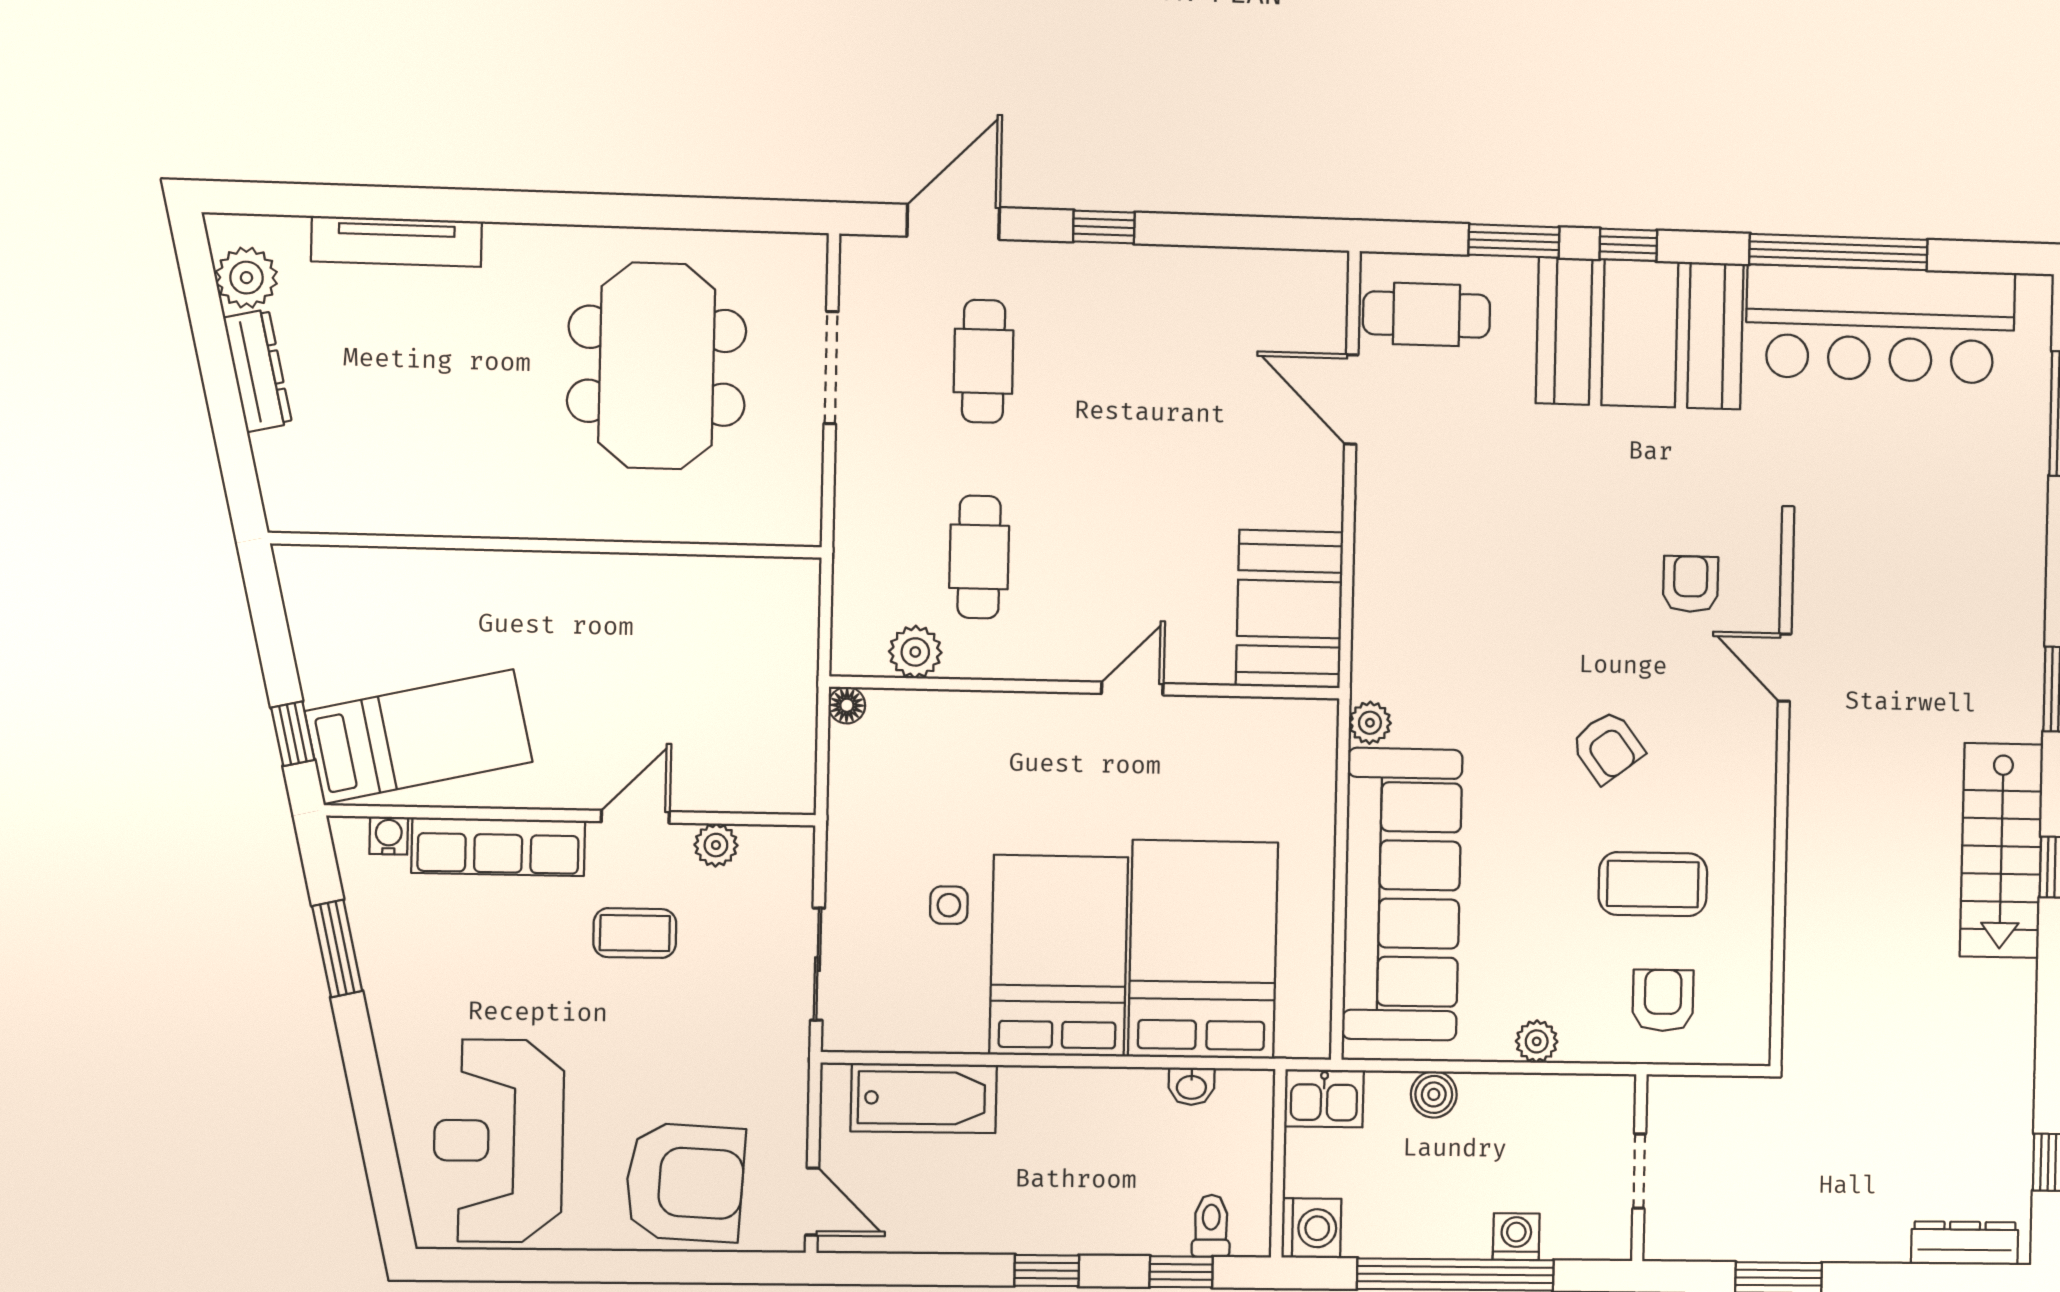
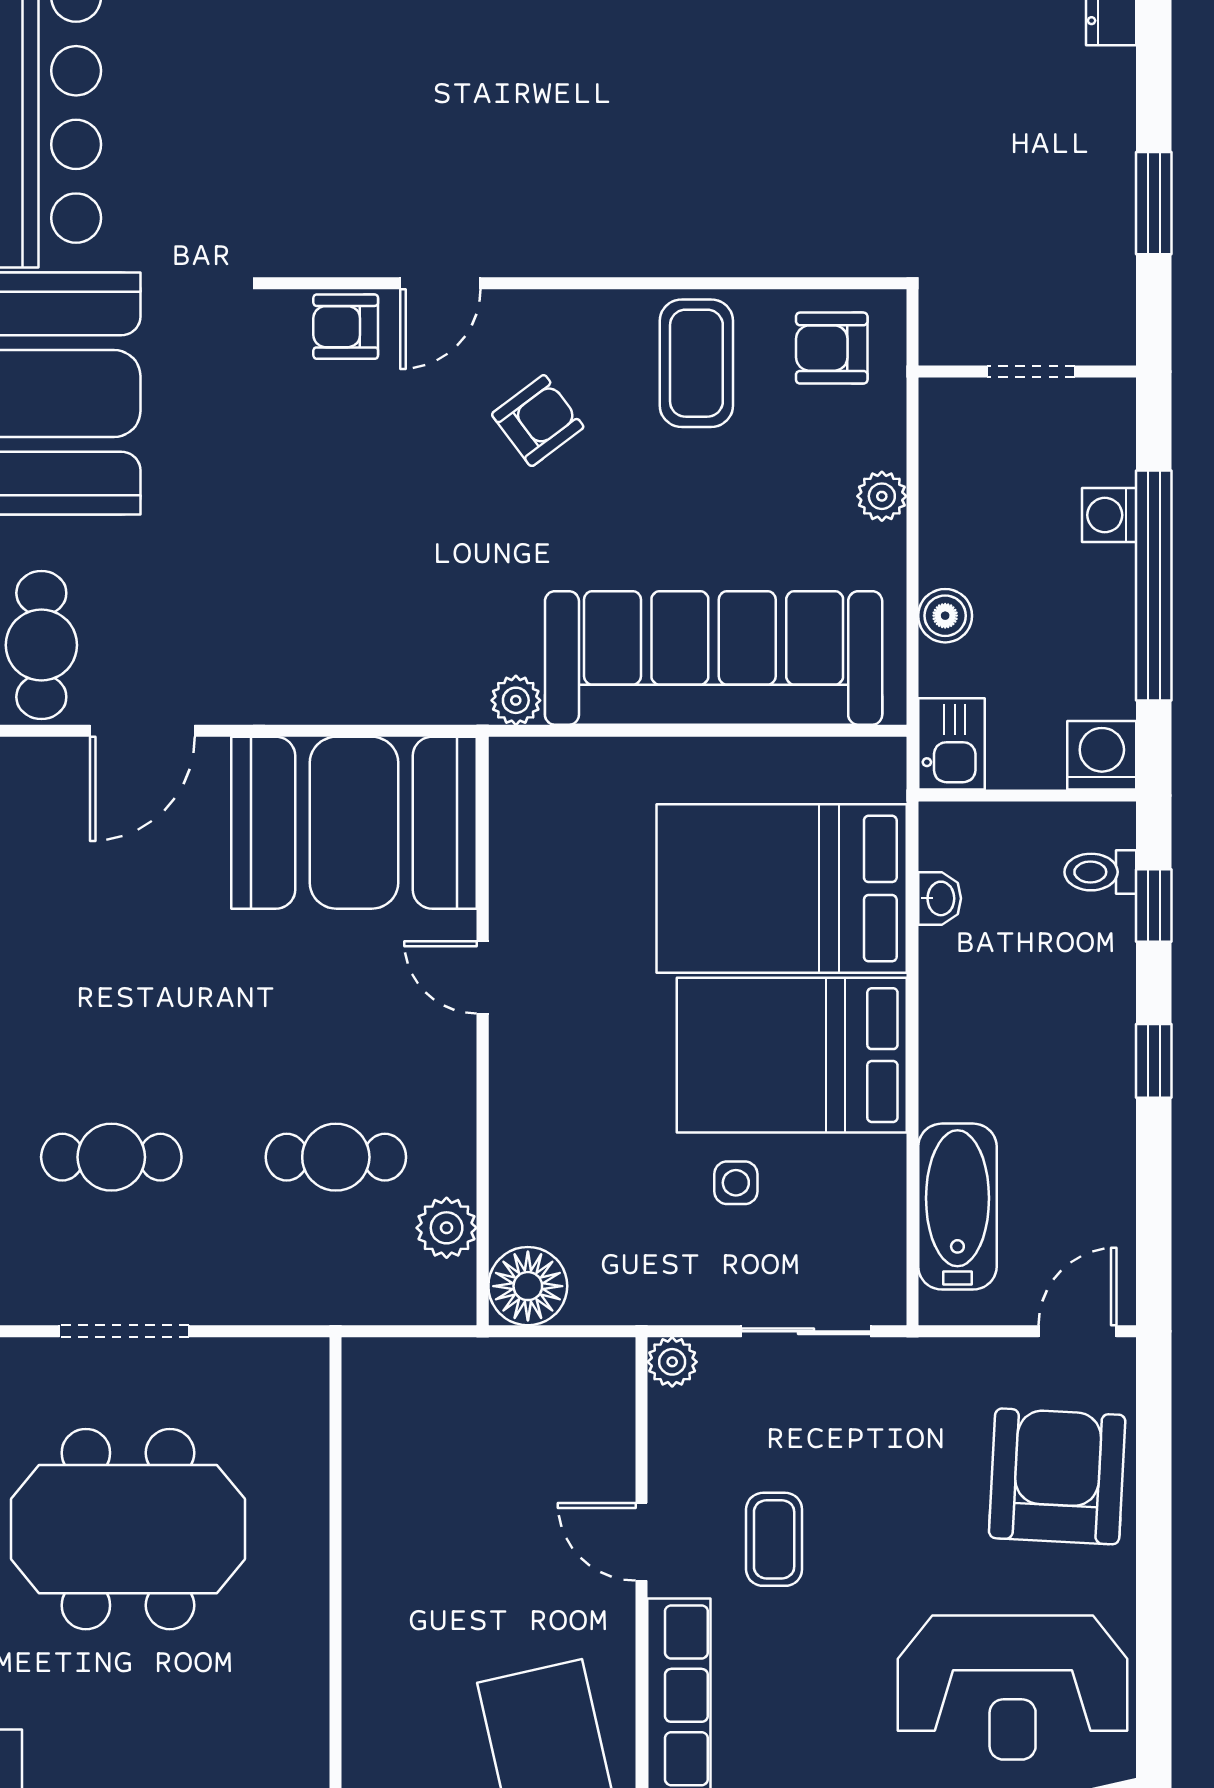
booth: (1289, 609) -> (354, 823), width x1.36, depth x1.42
door: (1785, 668) -> (440, 283), moved
floor lamp: (847, 705) -> (528, 1286), width x1.89, depth x1.89
wall: (1782, 792) -> (586, 283), moved
plant: (716, 845) -> (672, 1362), moved

